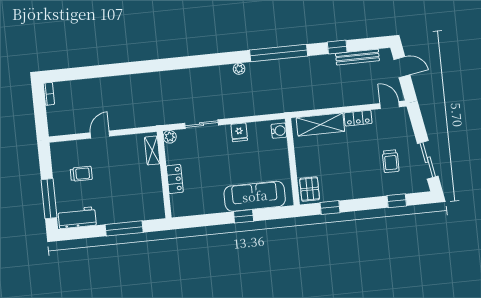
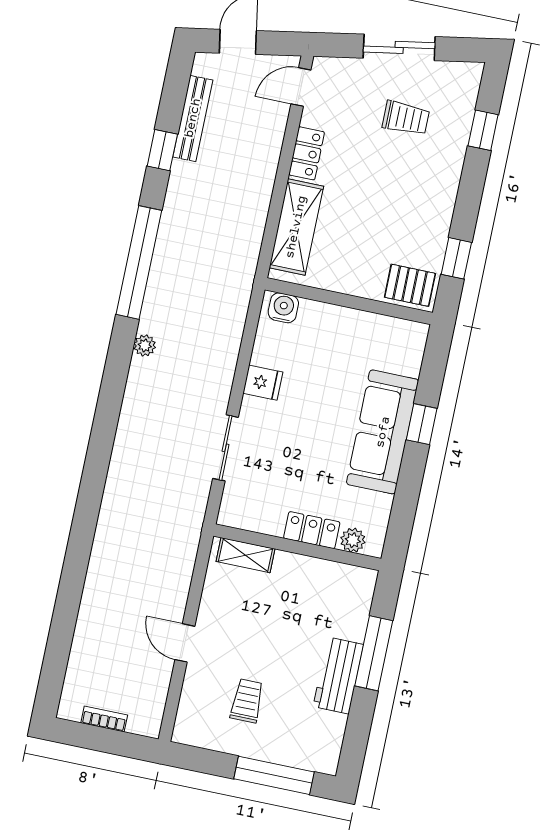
bookcase: (49, 94) -> (104, 719), moved
plant: (170, 137) -> (353, 540), moved
sliding door: (428, 160) -> (399, 47), moved
sofa: (255, 196) -> (383, 432), moved
workbench: (77, 218) -> (338, 675), moved

